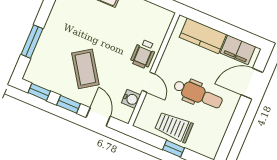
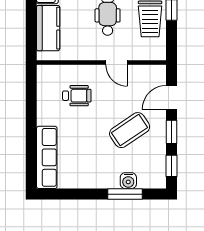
wheelchair: (143, 54) -> (77, 96), moved
door: (148, 82) -> (117, 62), swing flipped
water cooler: (131, 99) -> (128, 181), moved, turned 180

